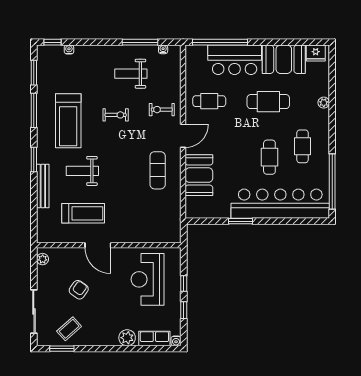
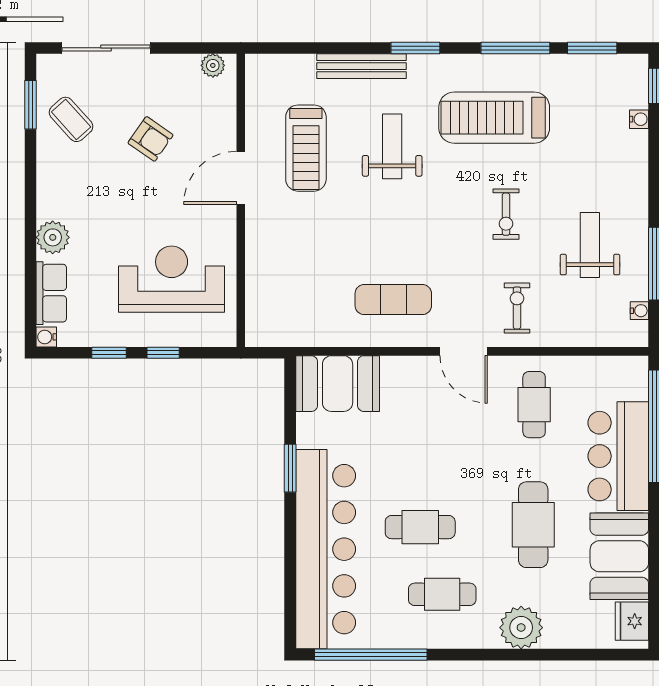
plant: (324, 103) -> (521, 628), width x1.88, depth x1.88
booth: (199, 175) -> (338, 384), moved

